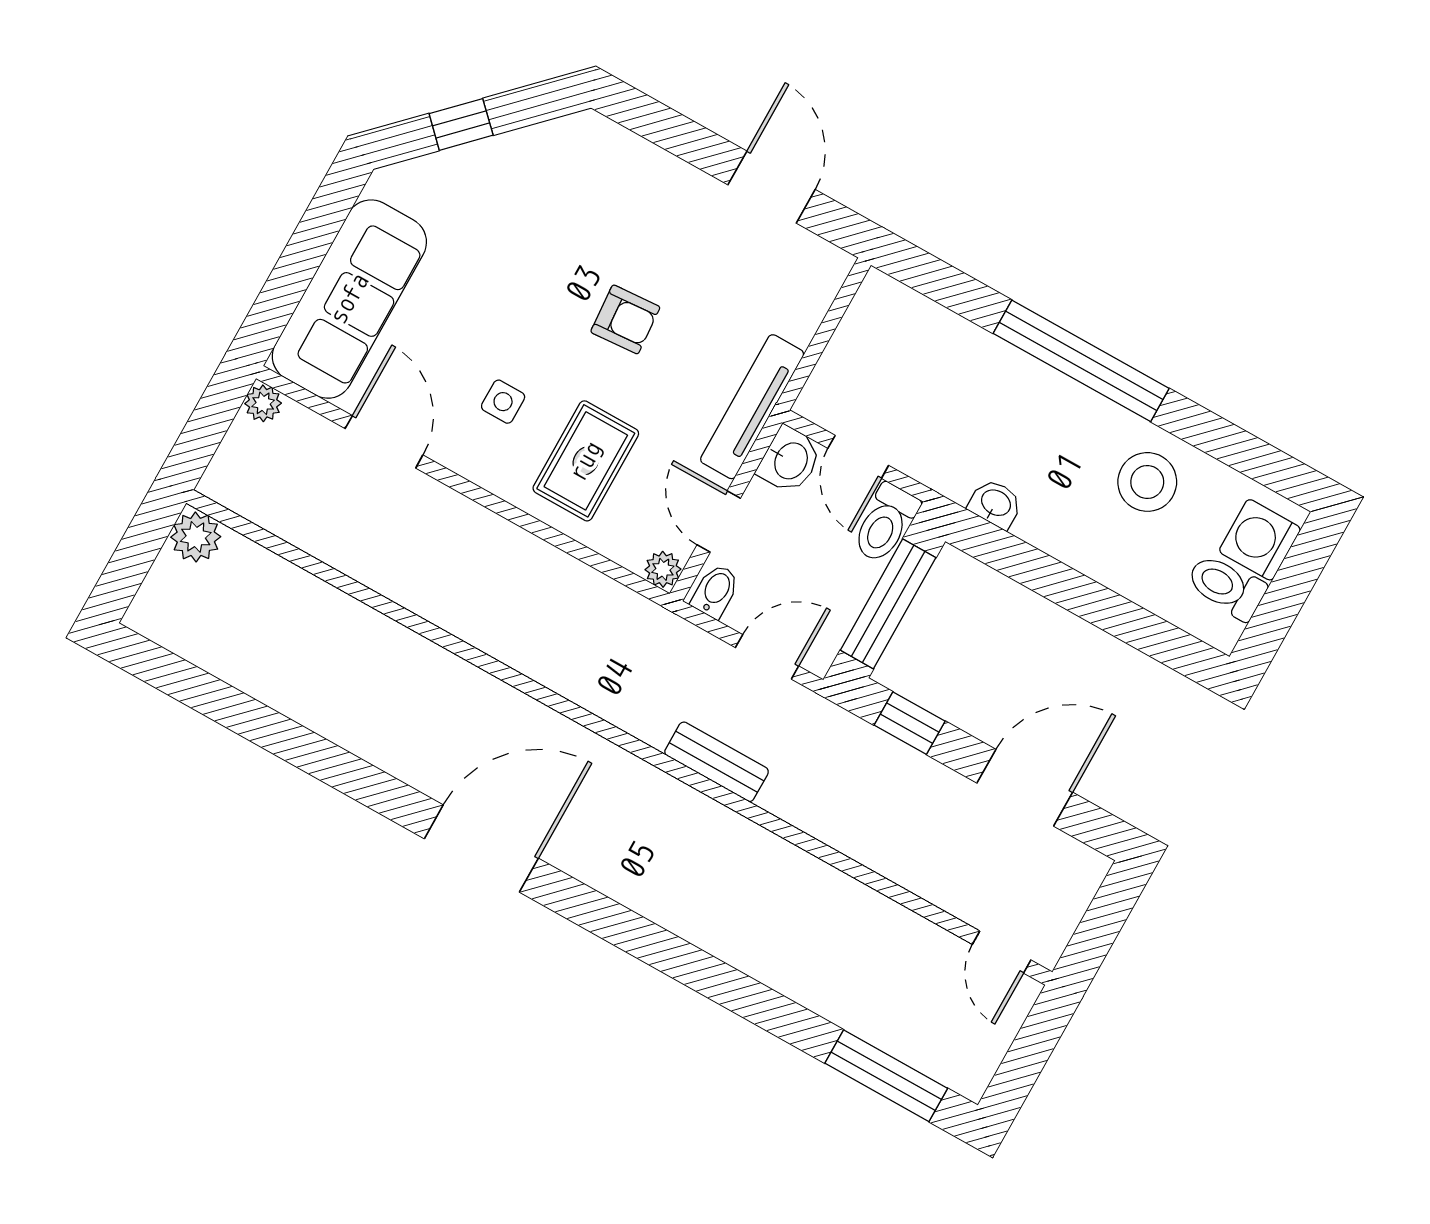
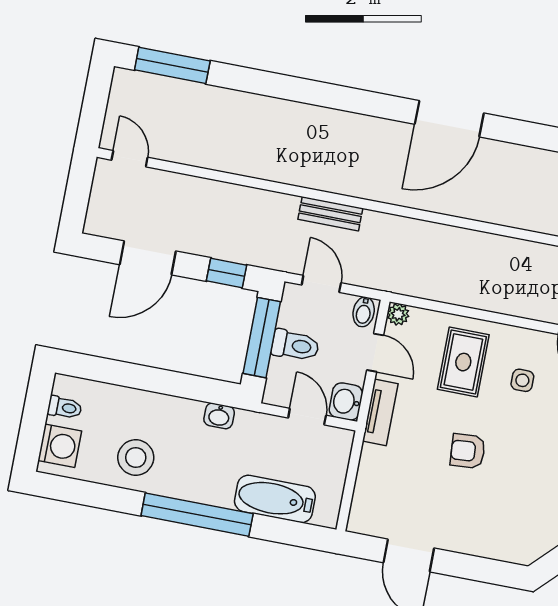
bathtub: (951, 345) -> (275, 499), added
tv unit: (752, 407) -> (380, 412), width x0.71
toilet: (885, 523) -> (295, 345), moved, turned 90
toilet: (1226, 587) -> (65, 408), width x0.73, depth x0.72
door: (767, 657) -> (321, 284), swing flipped

